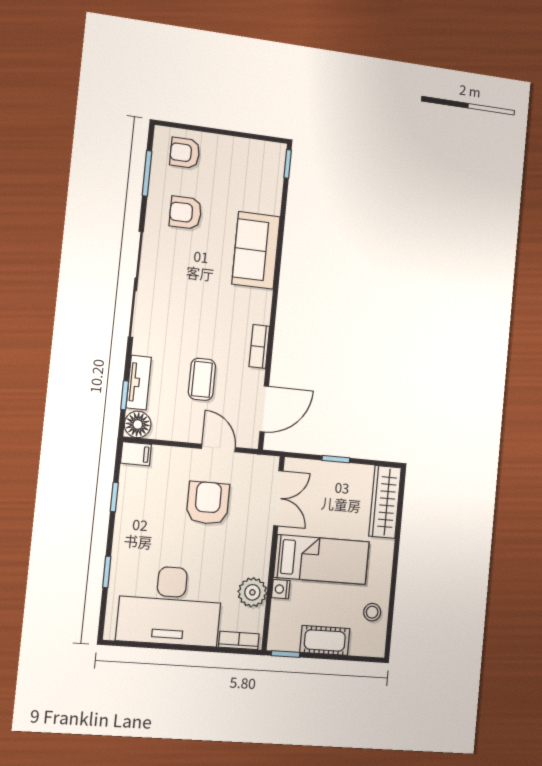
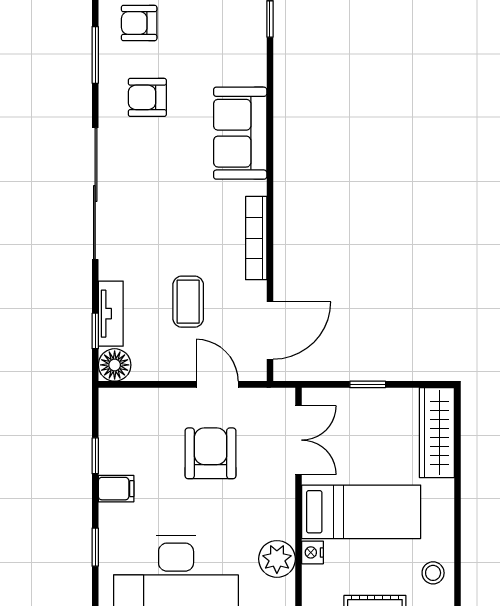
bookcase: (259, 346) -> (256, 238), width x1.56
filing cabinet: (136, 454) -> (116, 489), moved

